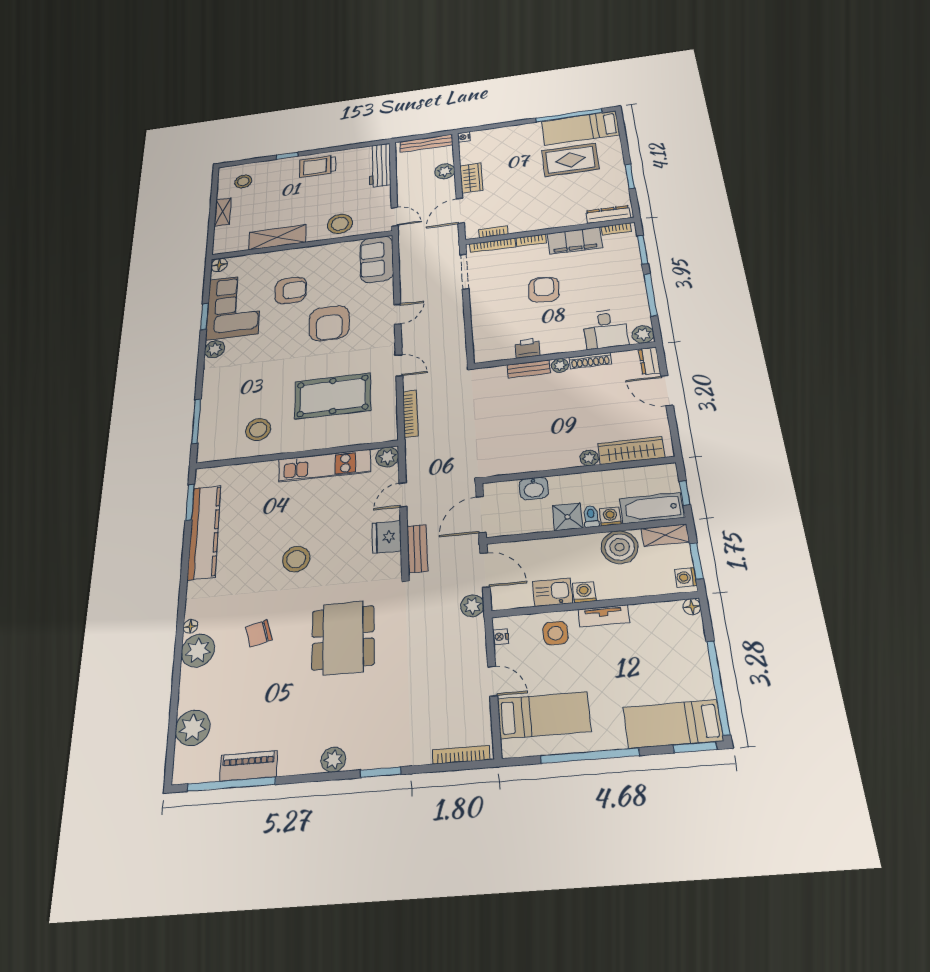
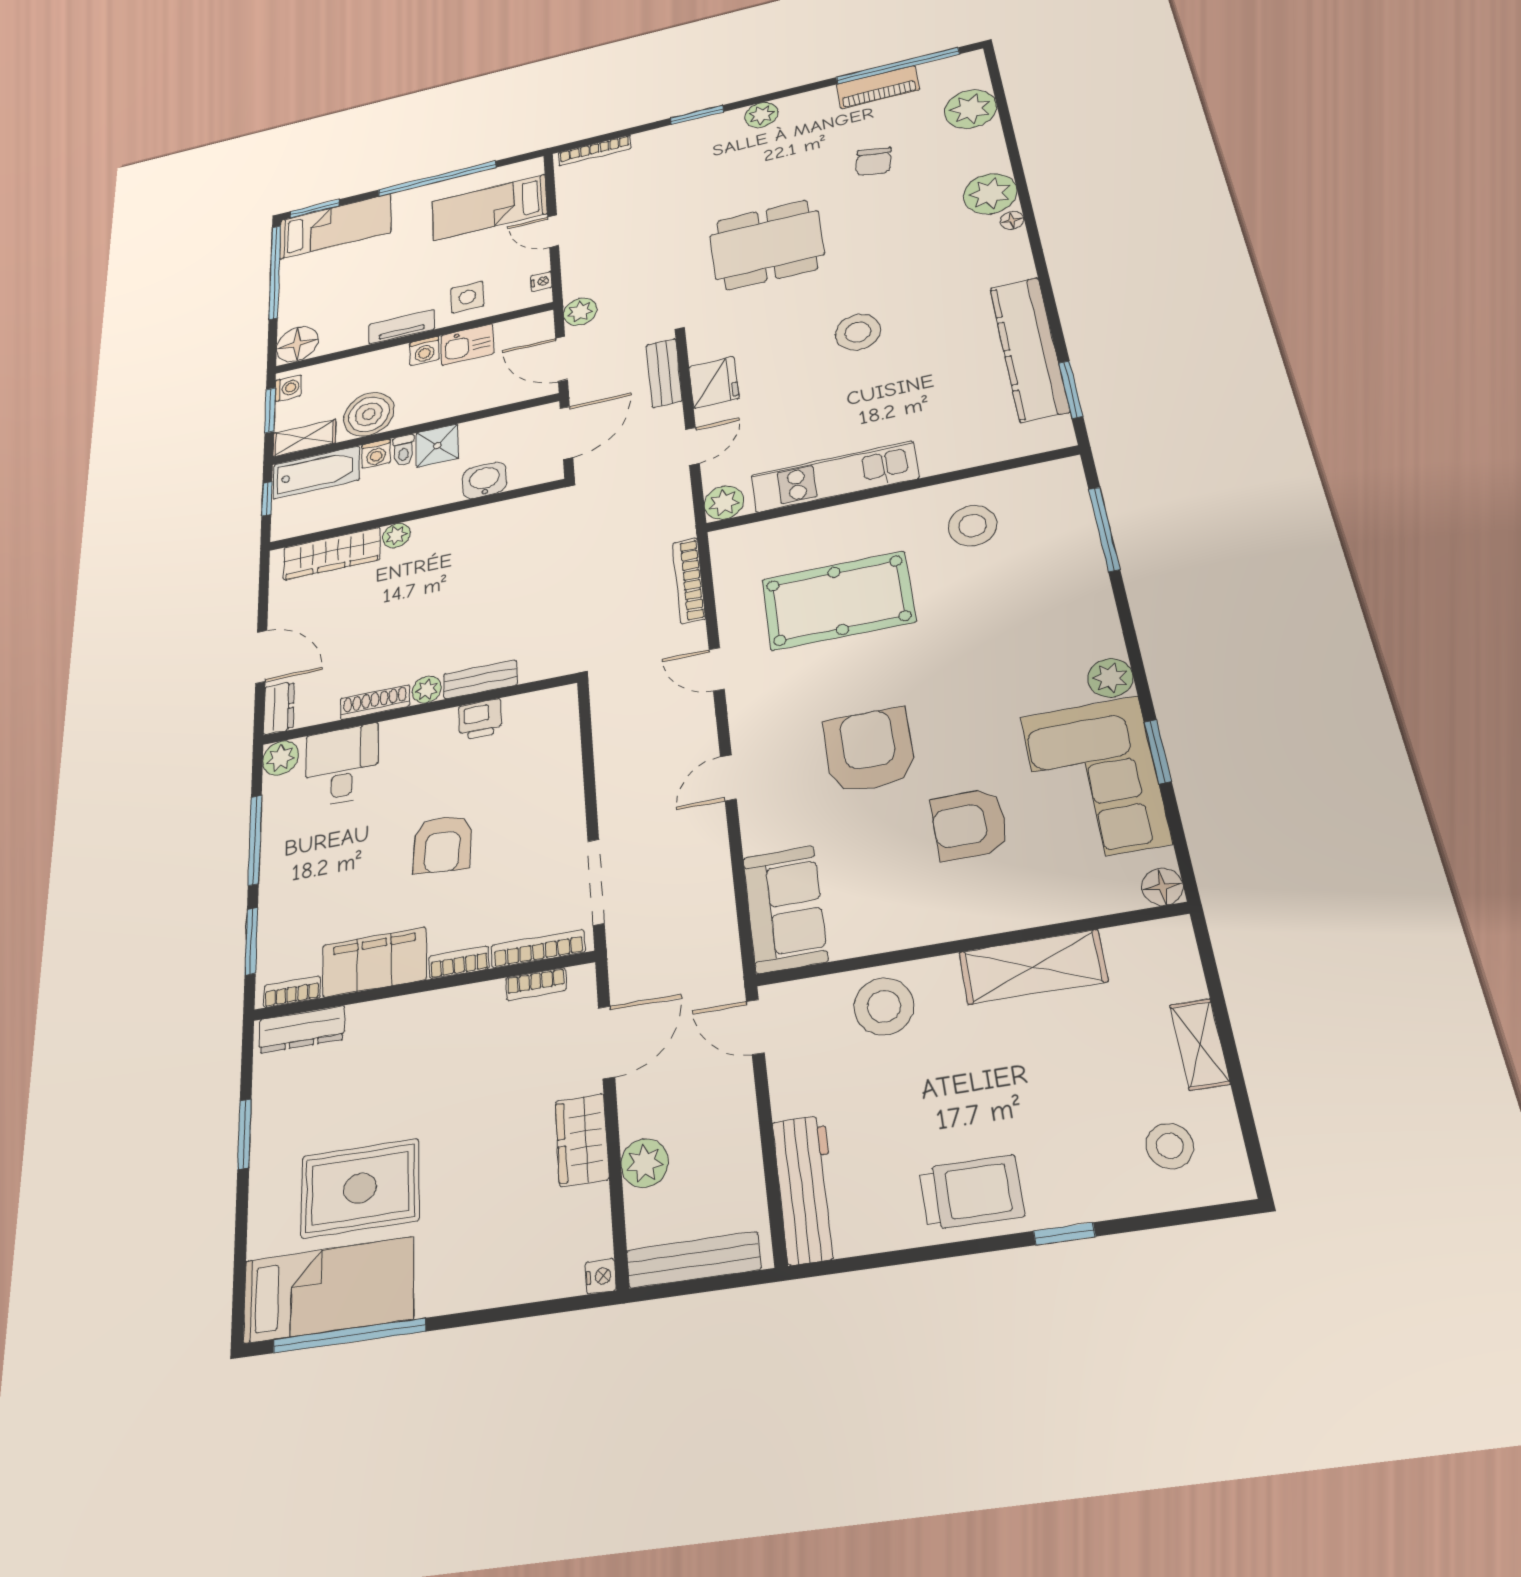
floor lamp: (692, 607) -> (297, 344), width x1.89, depth x1.89
chair: (259, 633) -> (874, 161), moved, turned 115
dining table: (343, 638) -> (767, 245), turned 90

